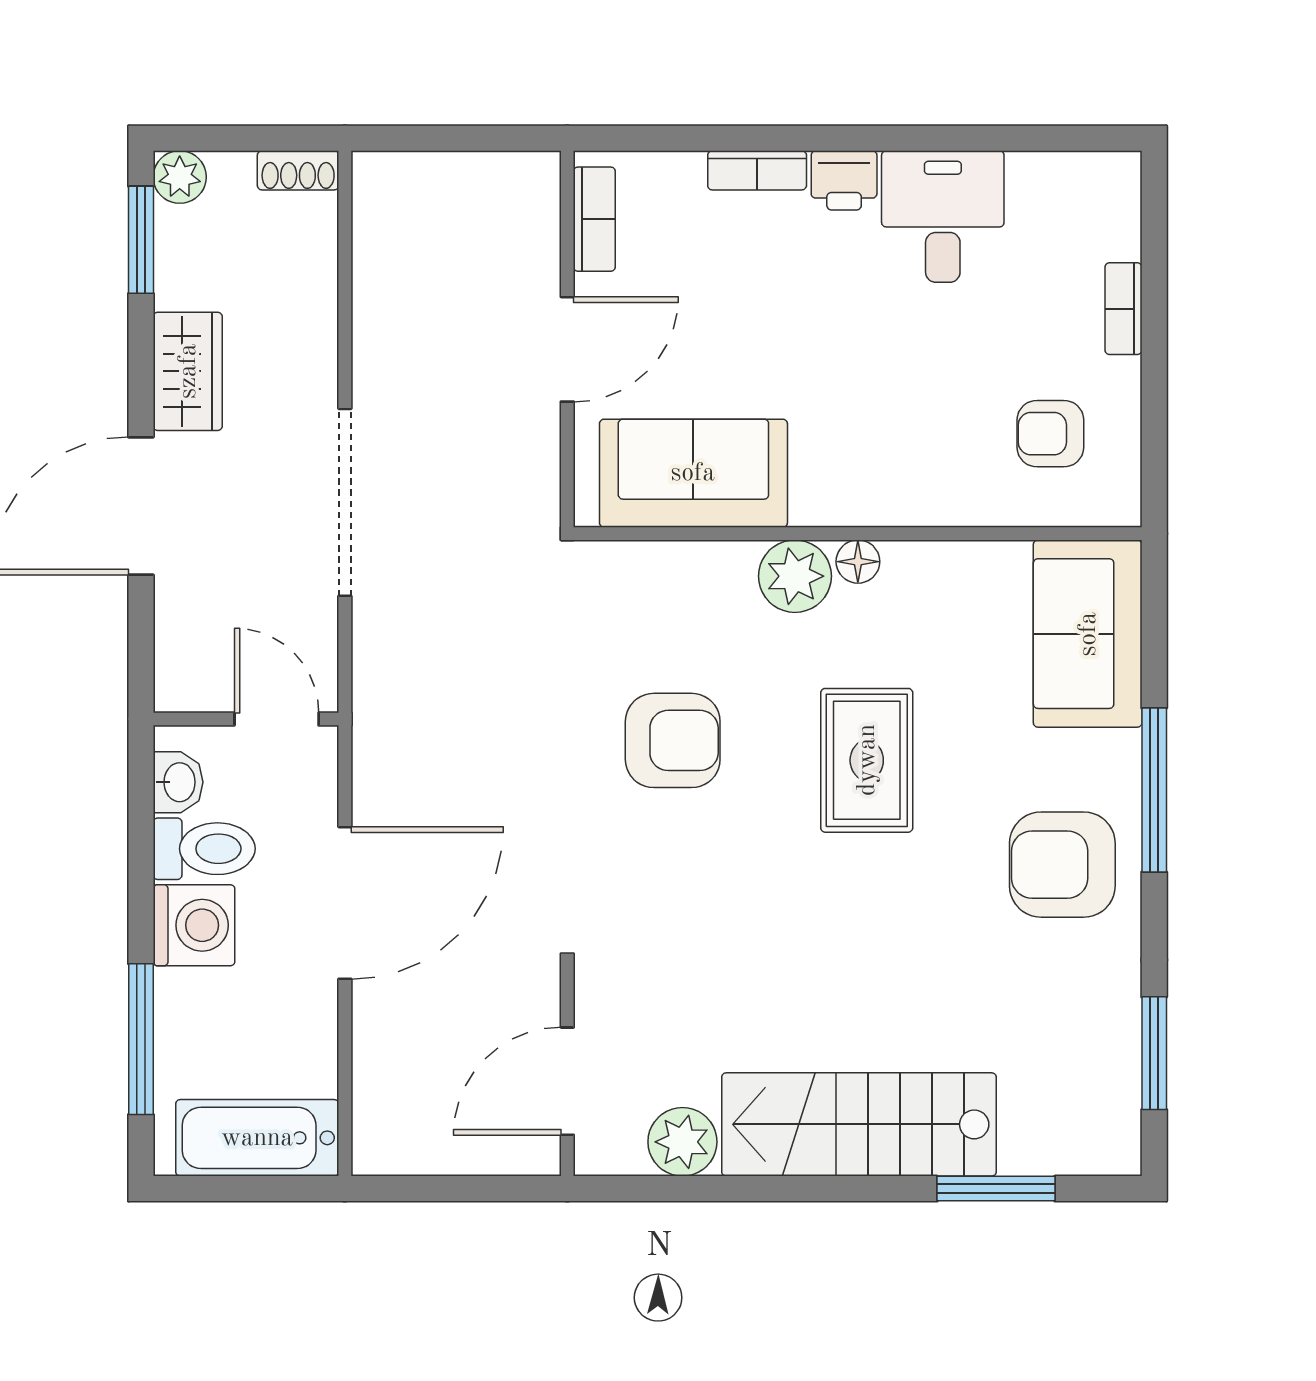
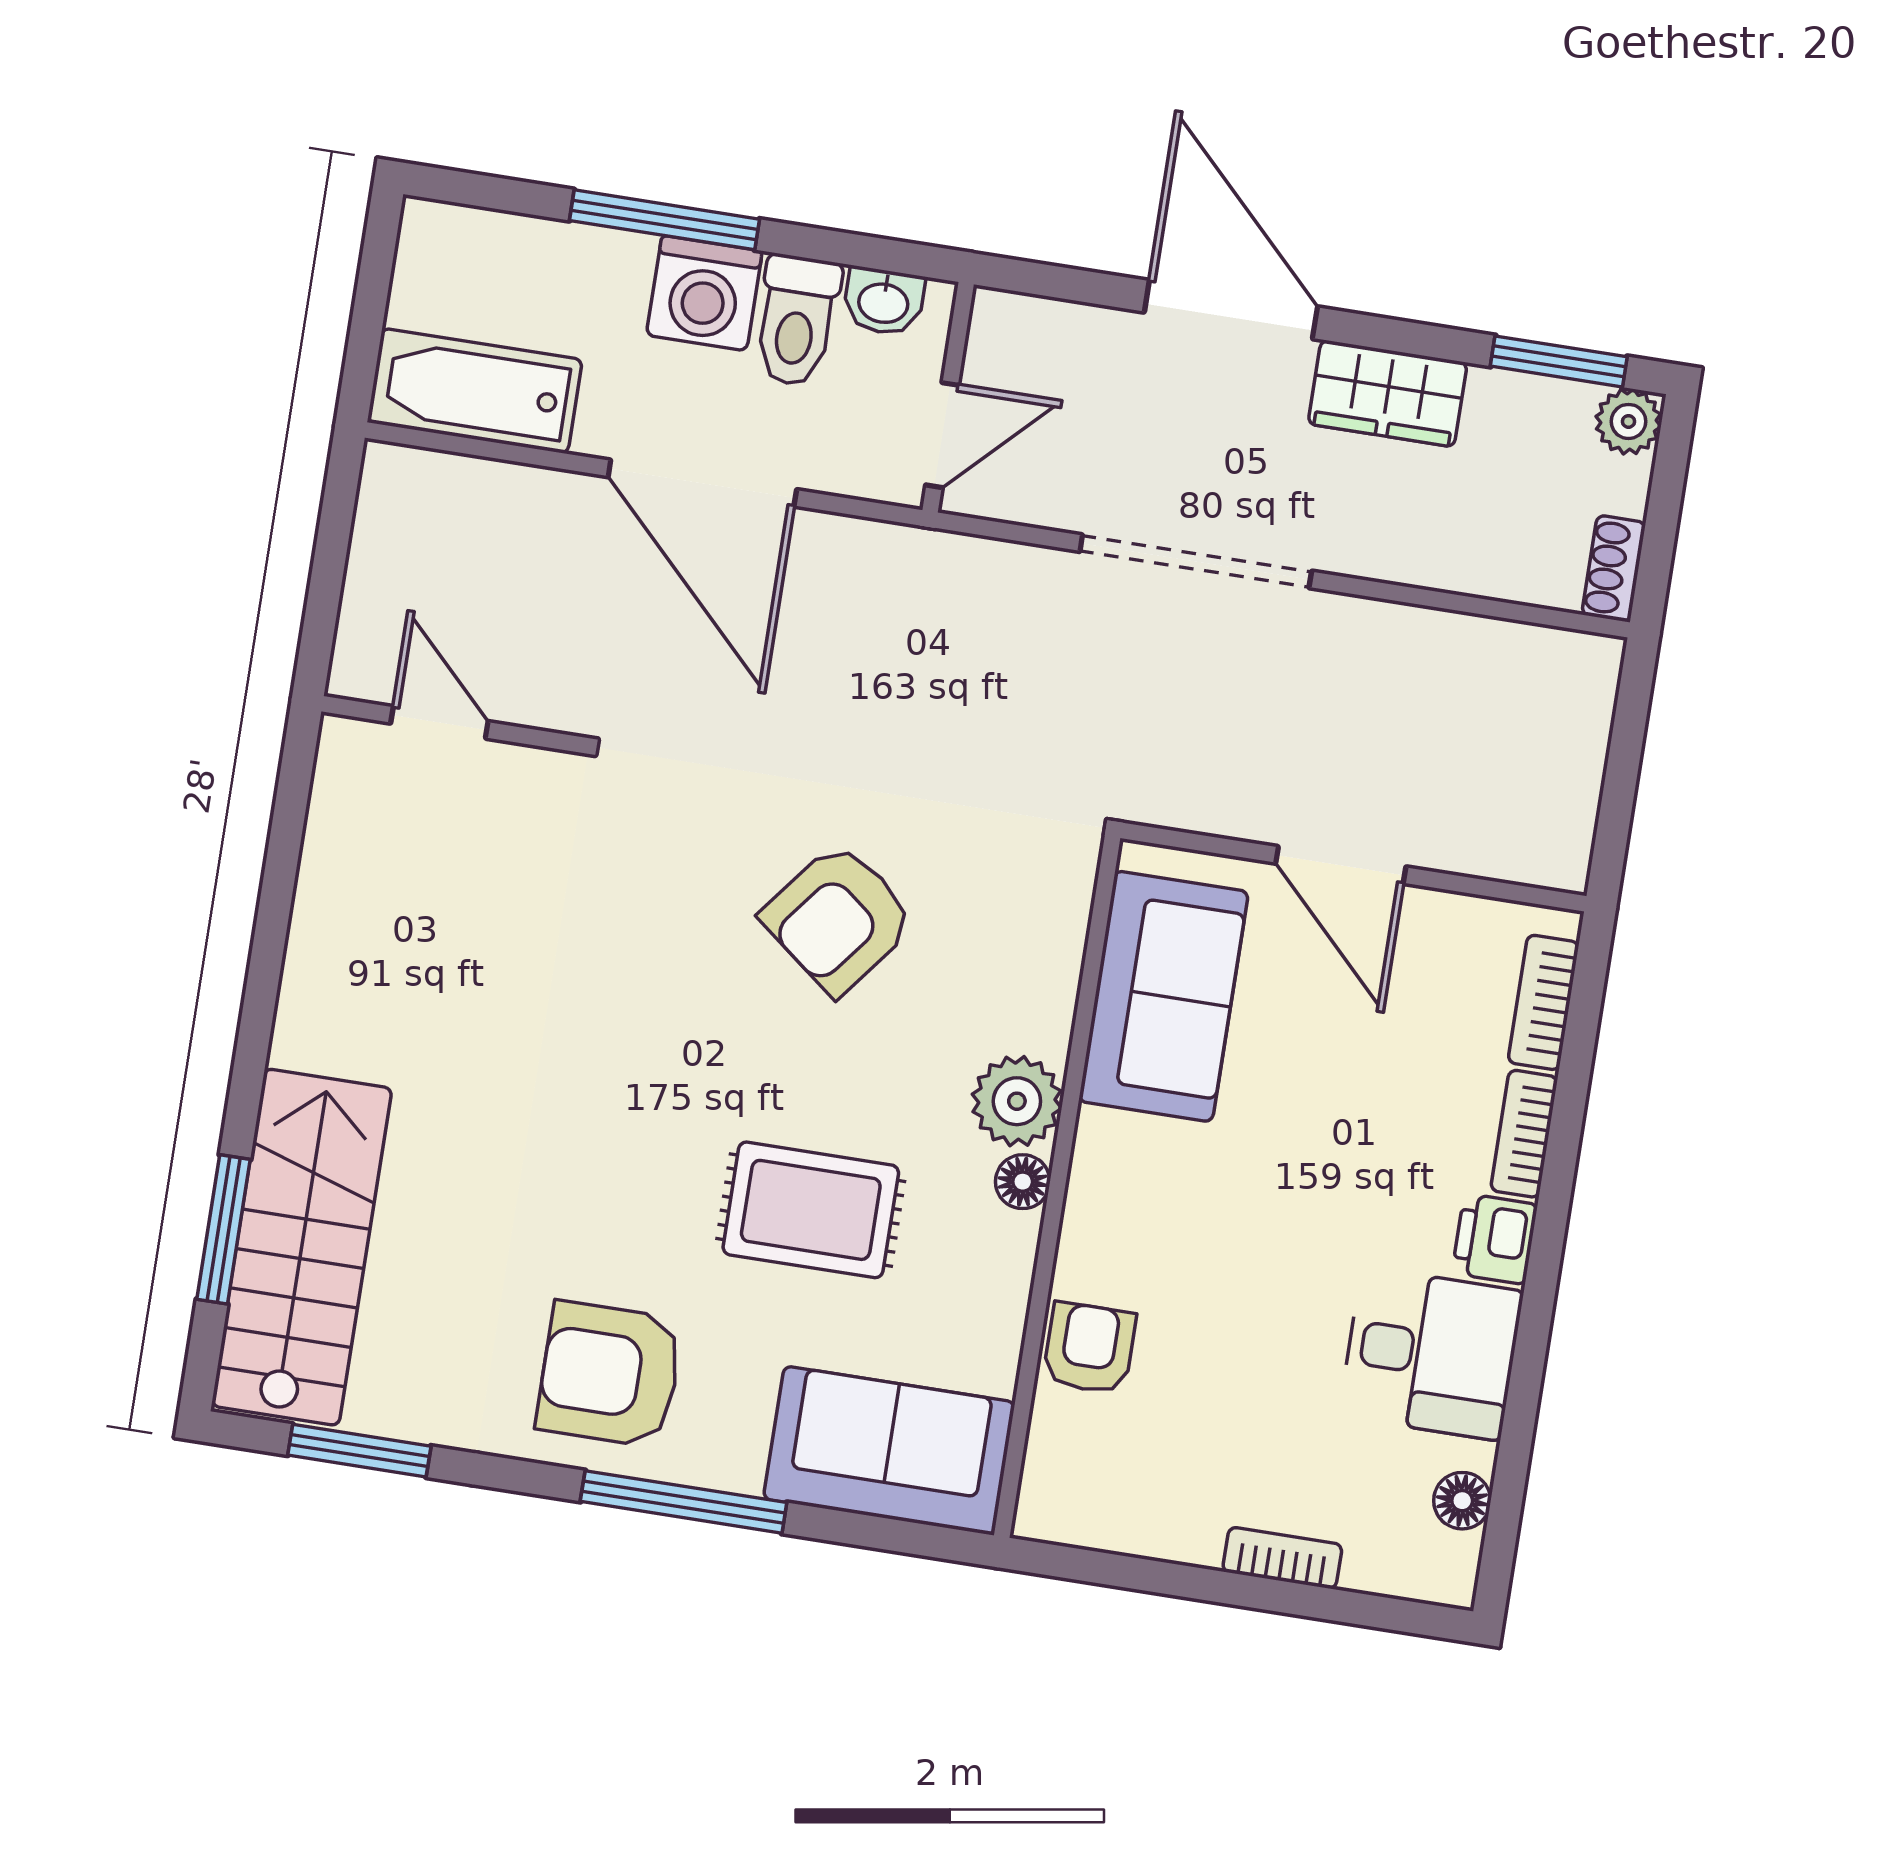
floor lamp: (1056, 173) -> (1462, 1501), added
bookcase: (594, 219) -> (1543, 1002), moved, turned 90
armchair: (1050, 434) -> (1089, 1348), moved
armchair: (673, 740) -> (838, 919), turned 38
rug: (867, 760) -> (811, 1210), moved
armchair: (1062, 865) -> (610, 1374), turned -90
window: (141, 1039) -> (664, 220), moved
door: (567, 1081) -> (439, 722), width x0.73
stairs: (859, 1124) -> (302, 1247), moved
bathtub: (257, 1138) -> (475, 391), moved, turned -90
plant: (682, 1142) -> (342, 852), removed

